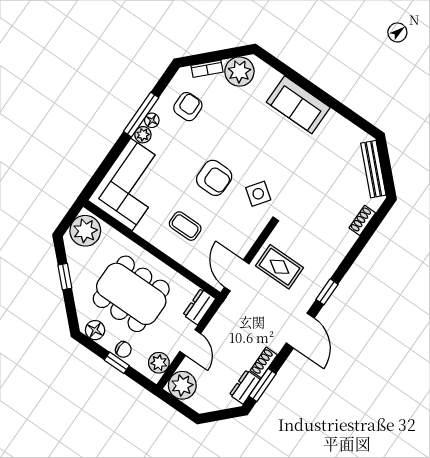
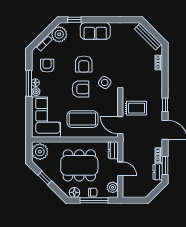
window: (278, 65) -> (74, 20), added
armchair: (246, 143) -> (84, 64), added
coffee table: (185, 226) -> (82, 119), width x1.86, depth x1.72
window: (117, 363) -> (94, 200), width x2.17
plant: (182, 385) -> (130, 190), removed

